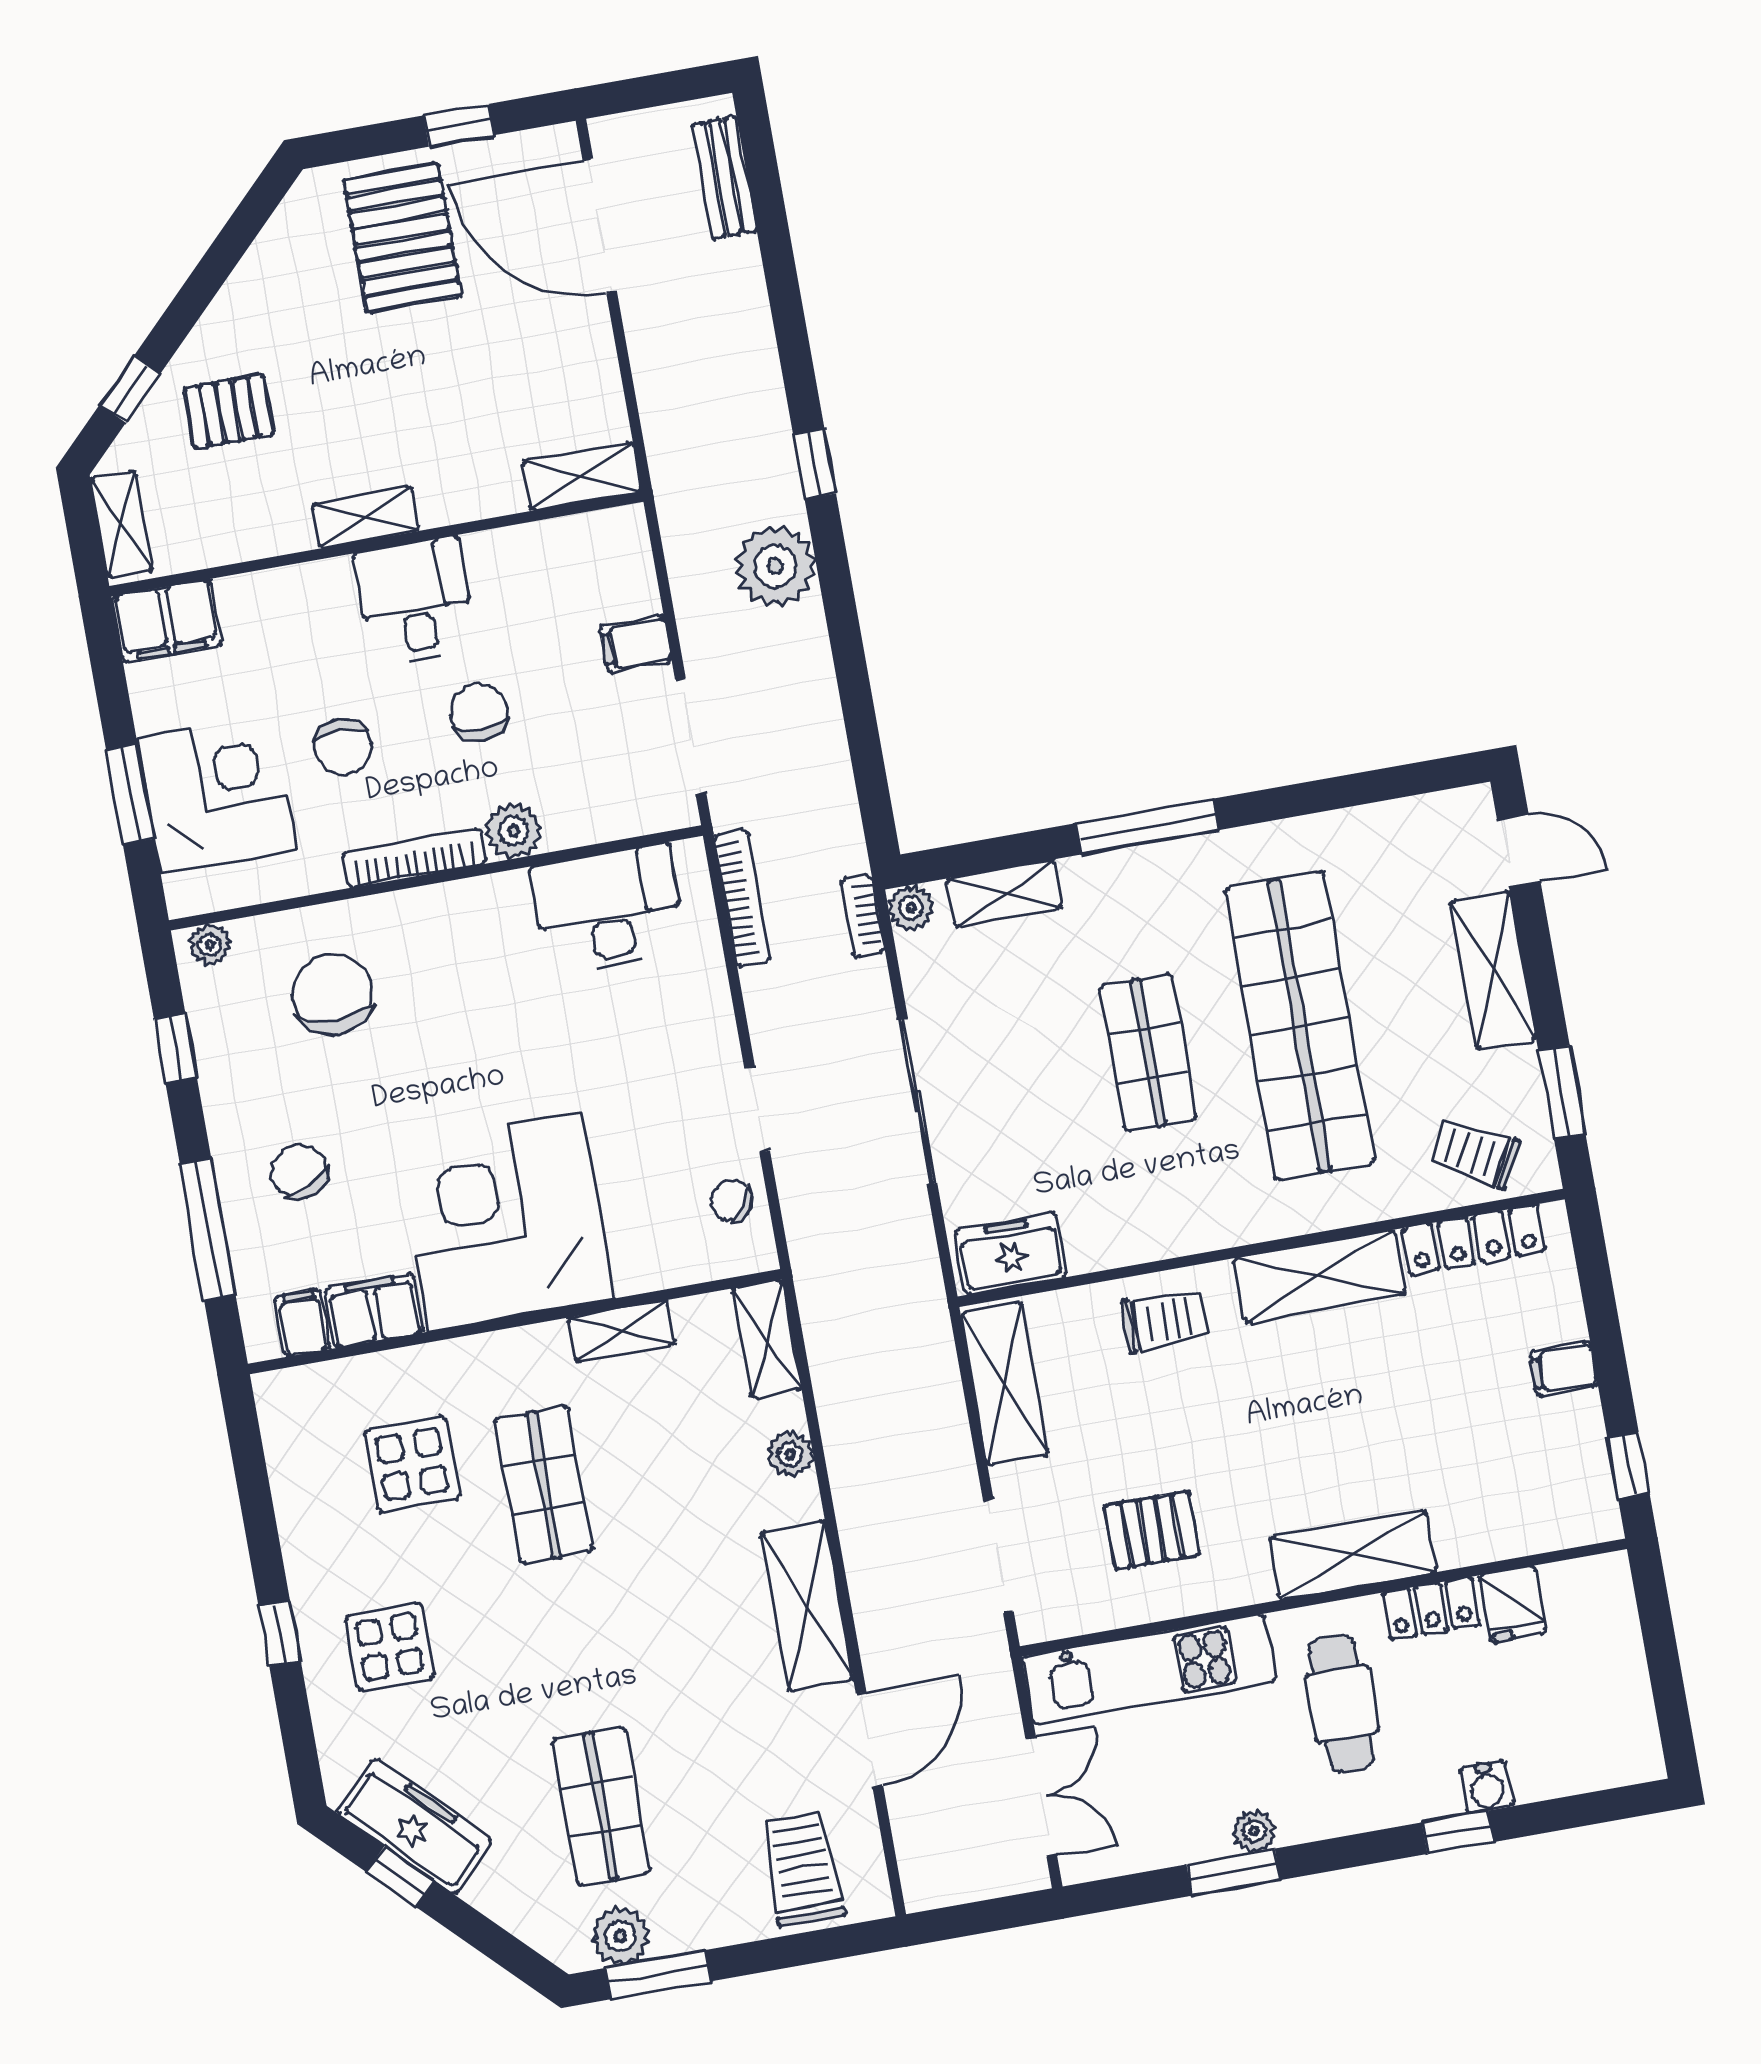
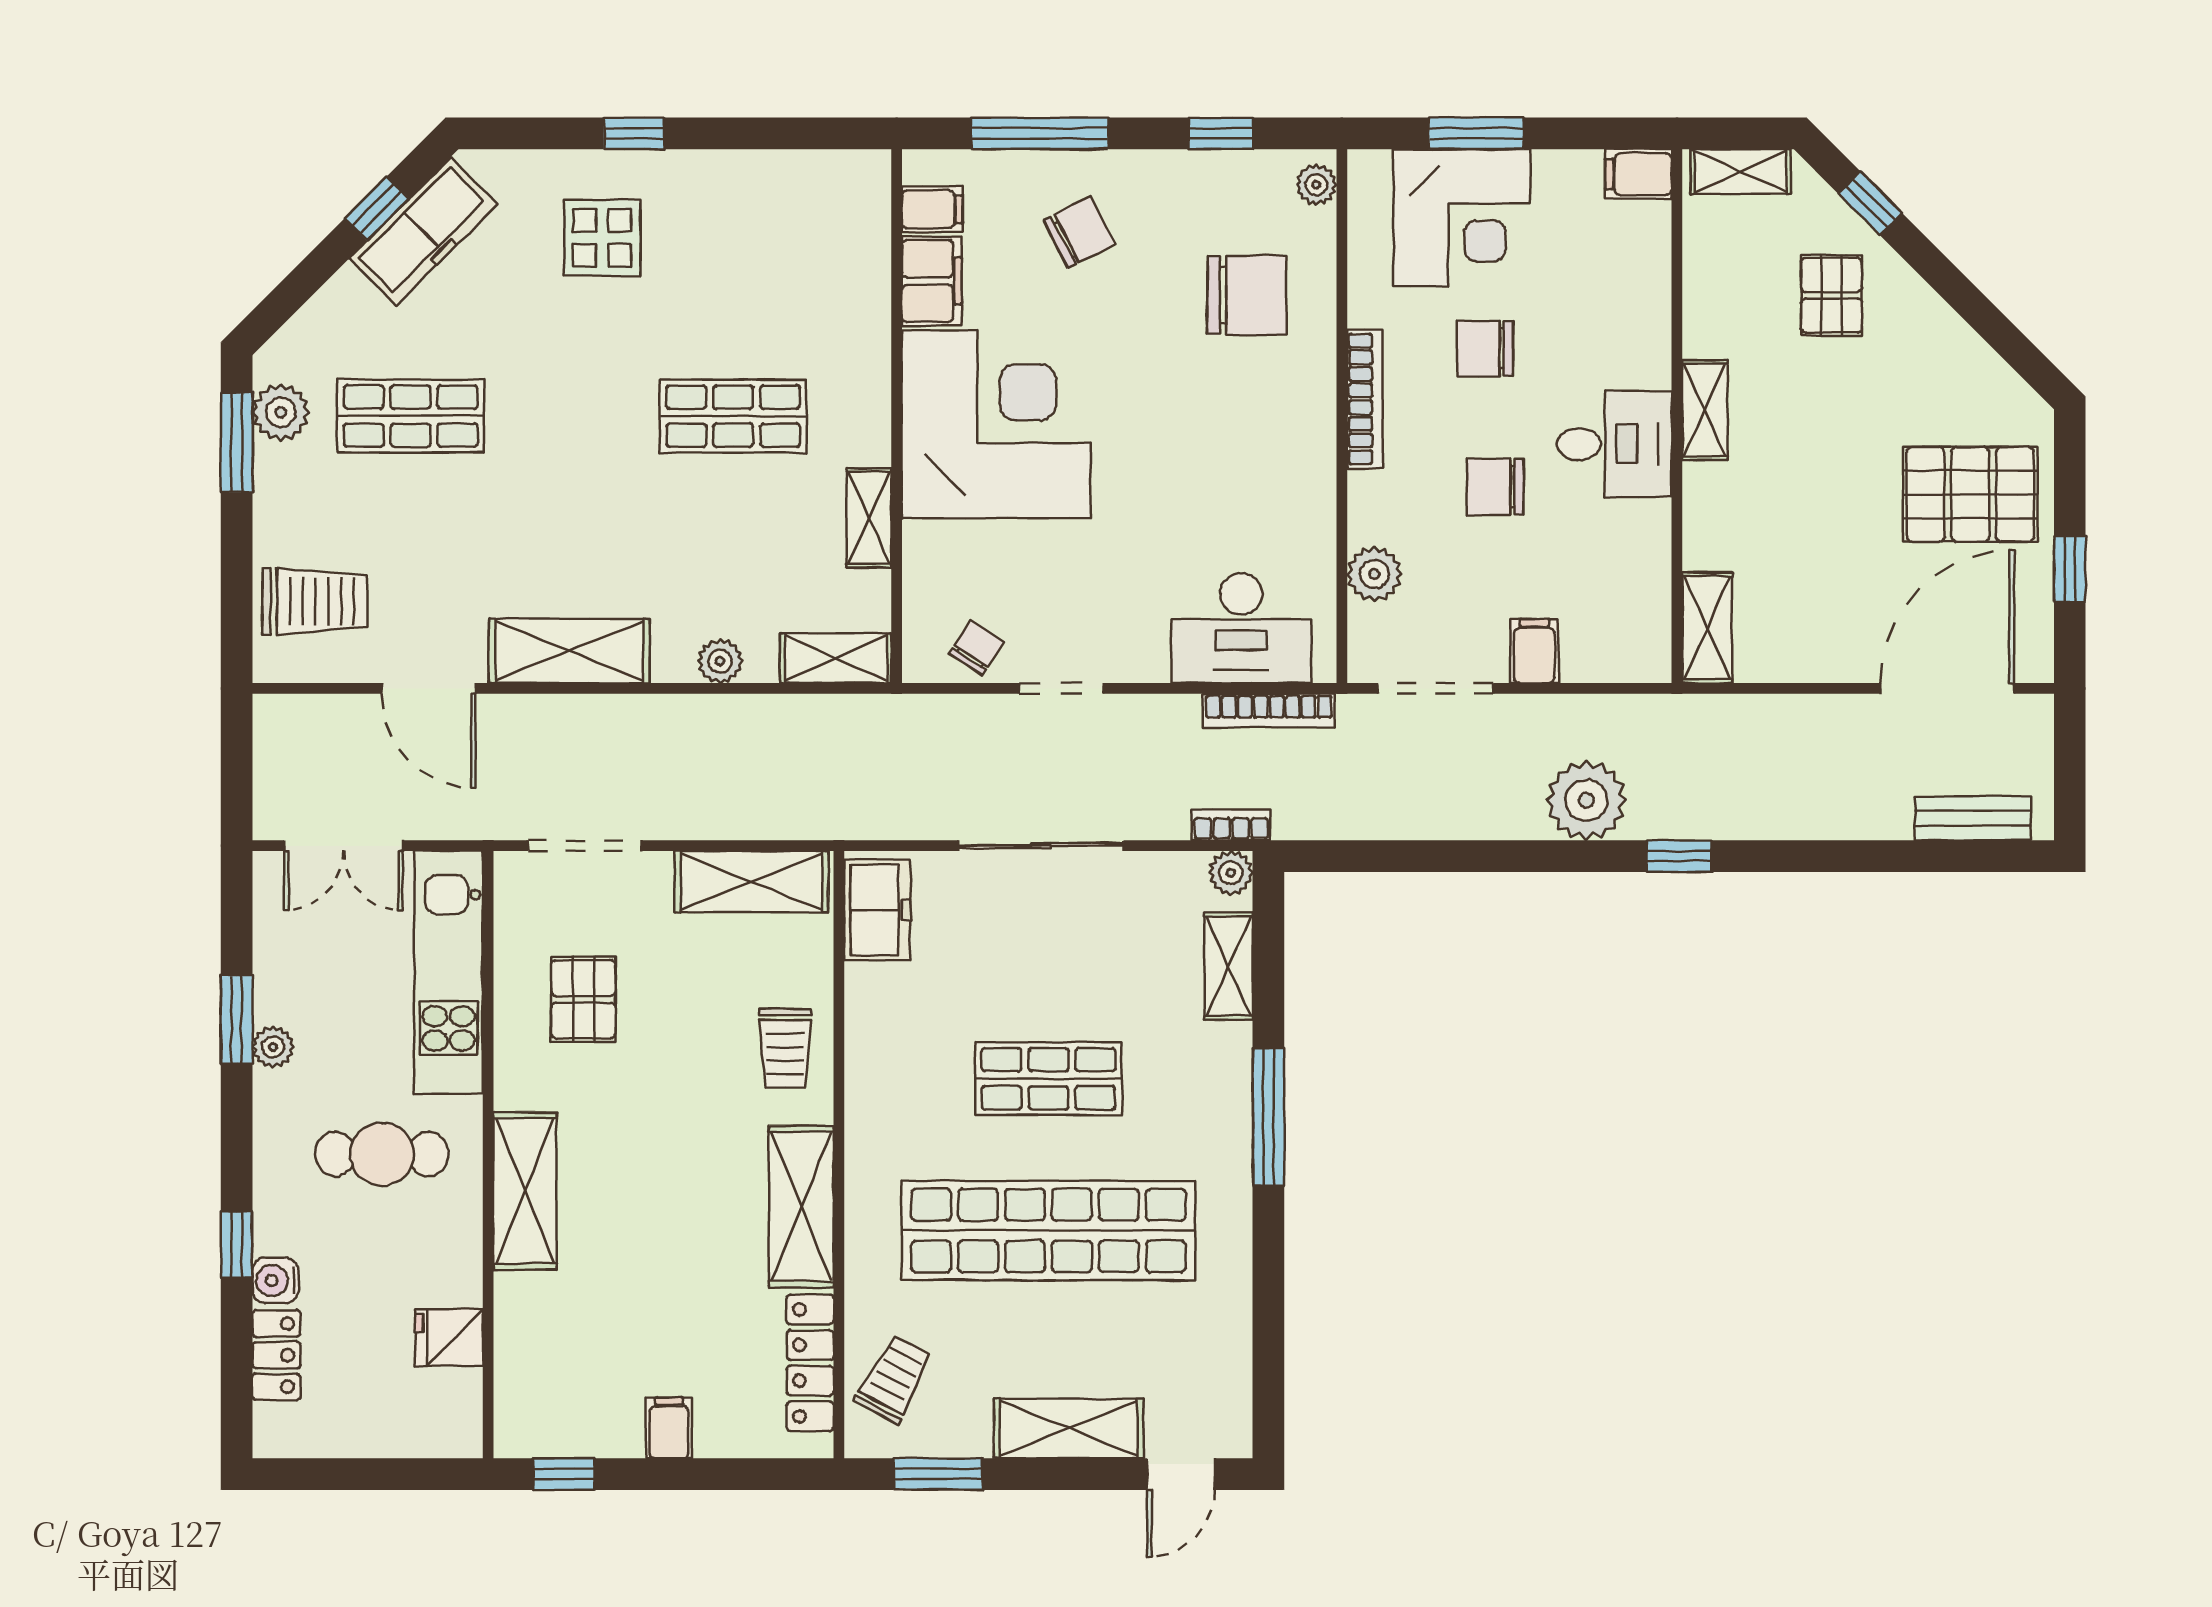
filing cabinet: (167, 621) -> (1638, 174), width x0.50
chair: (479, 712) -> (1495, 487), turned 180
plant: (513, 831) -> (1374, 574), moved
desk: (608, 909) -> (1241, 628), moved, turned 90
display table: (412, 1464) -> (776, 291), removed
locker: (1431, 1608) -> (276, 1355), moved, turned 180

